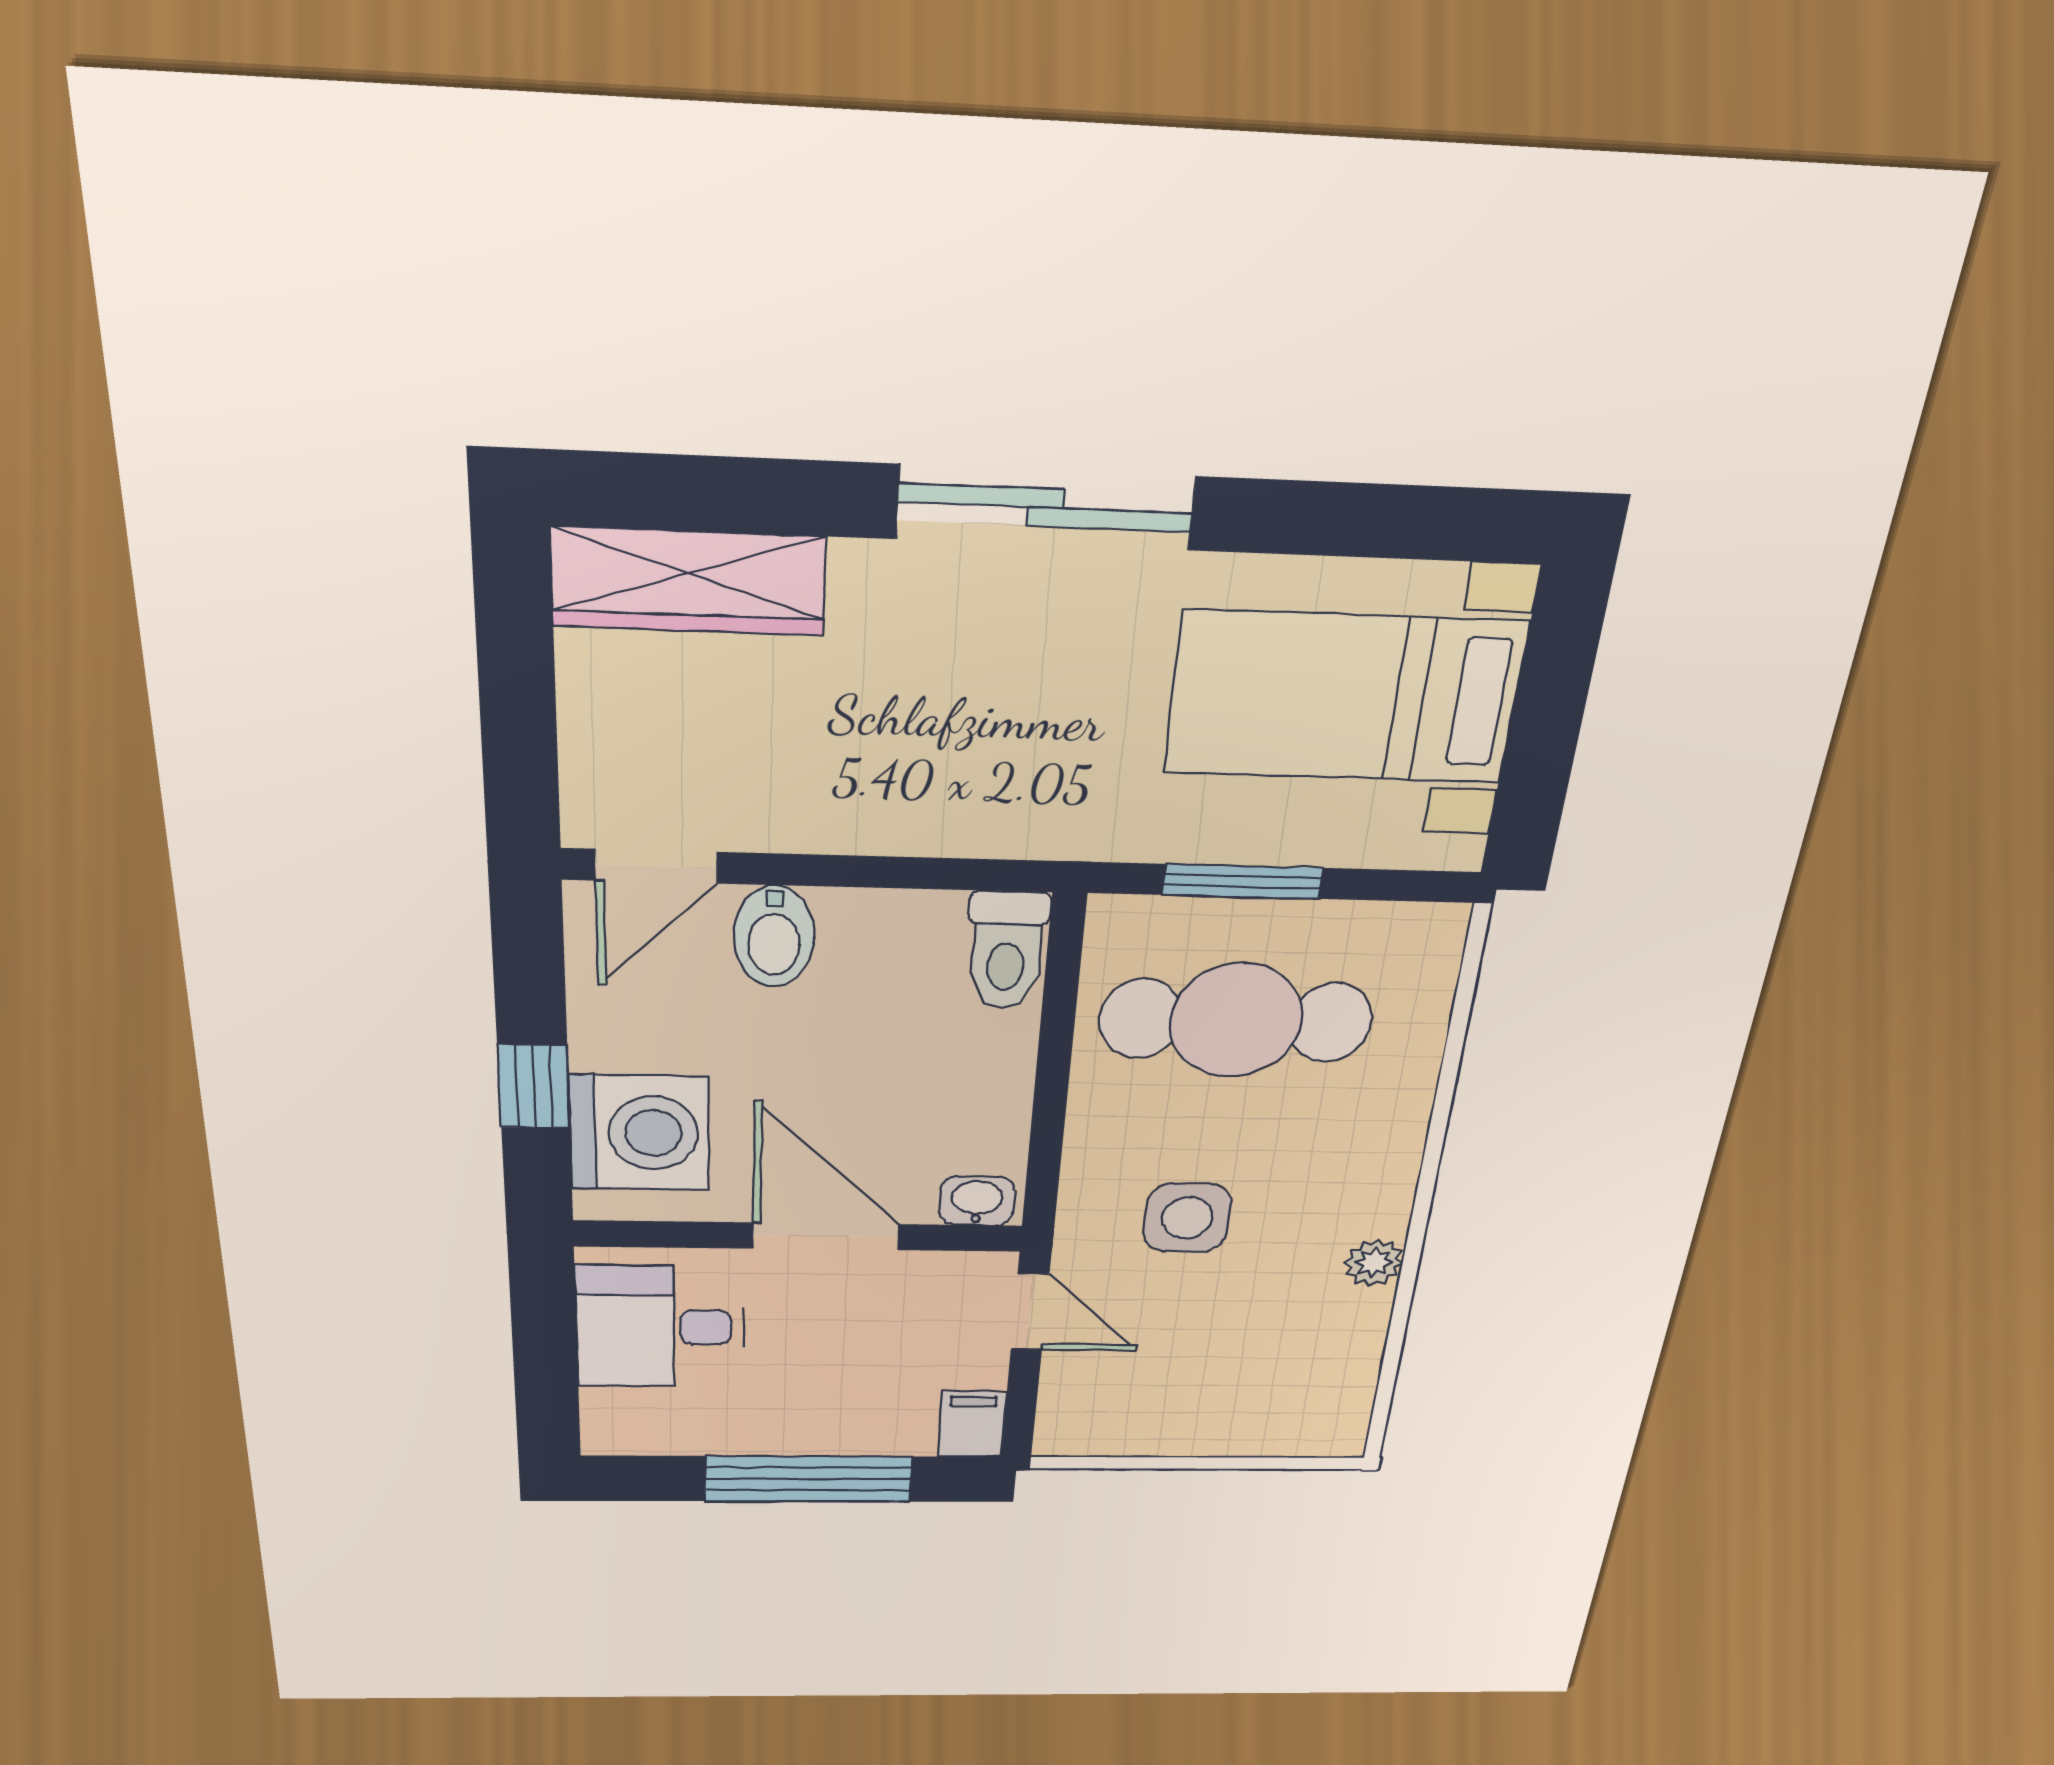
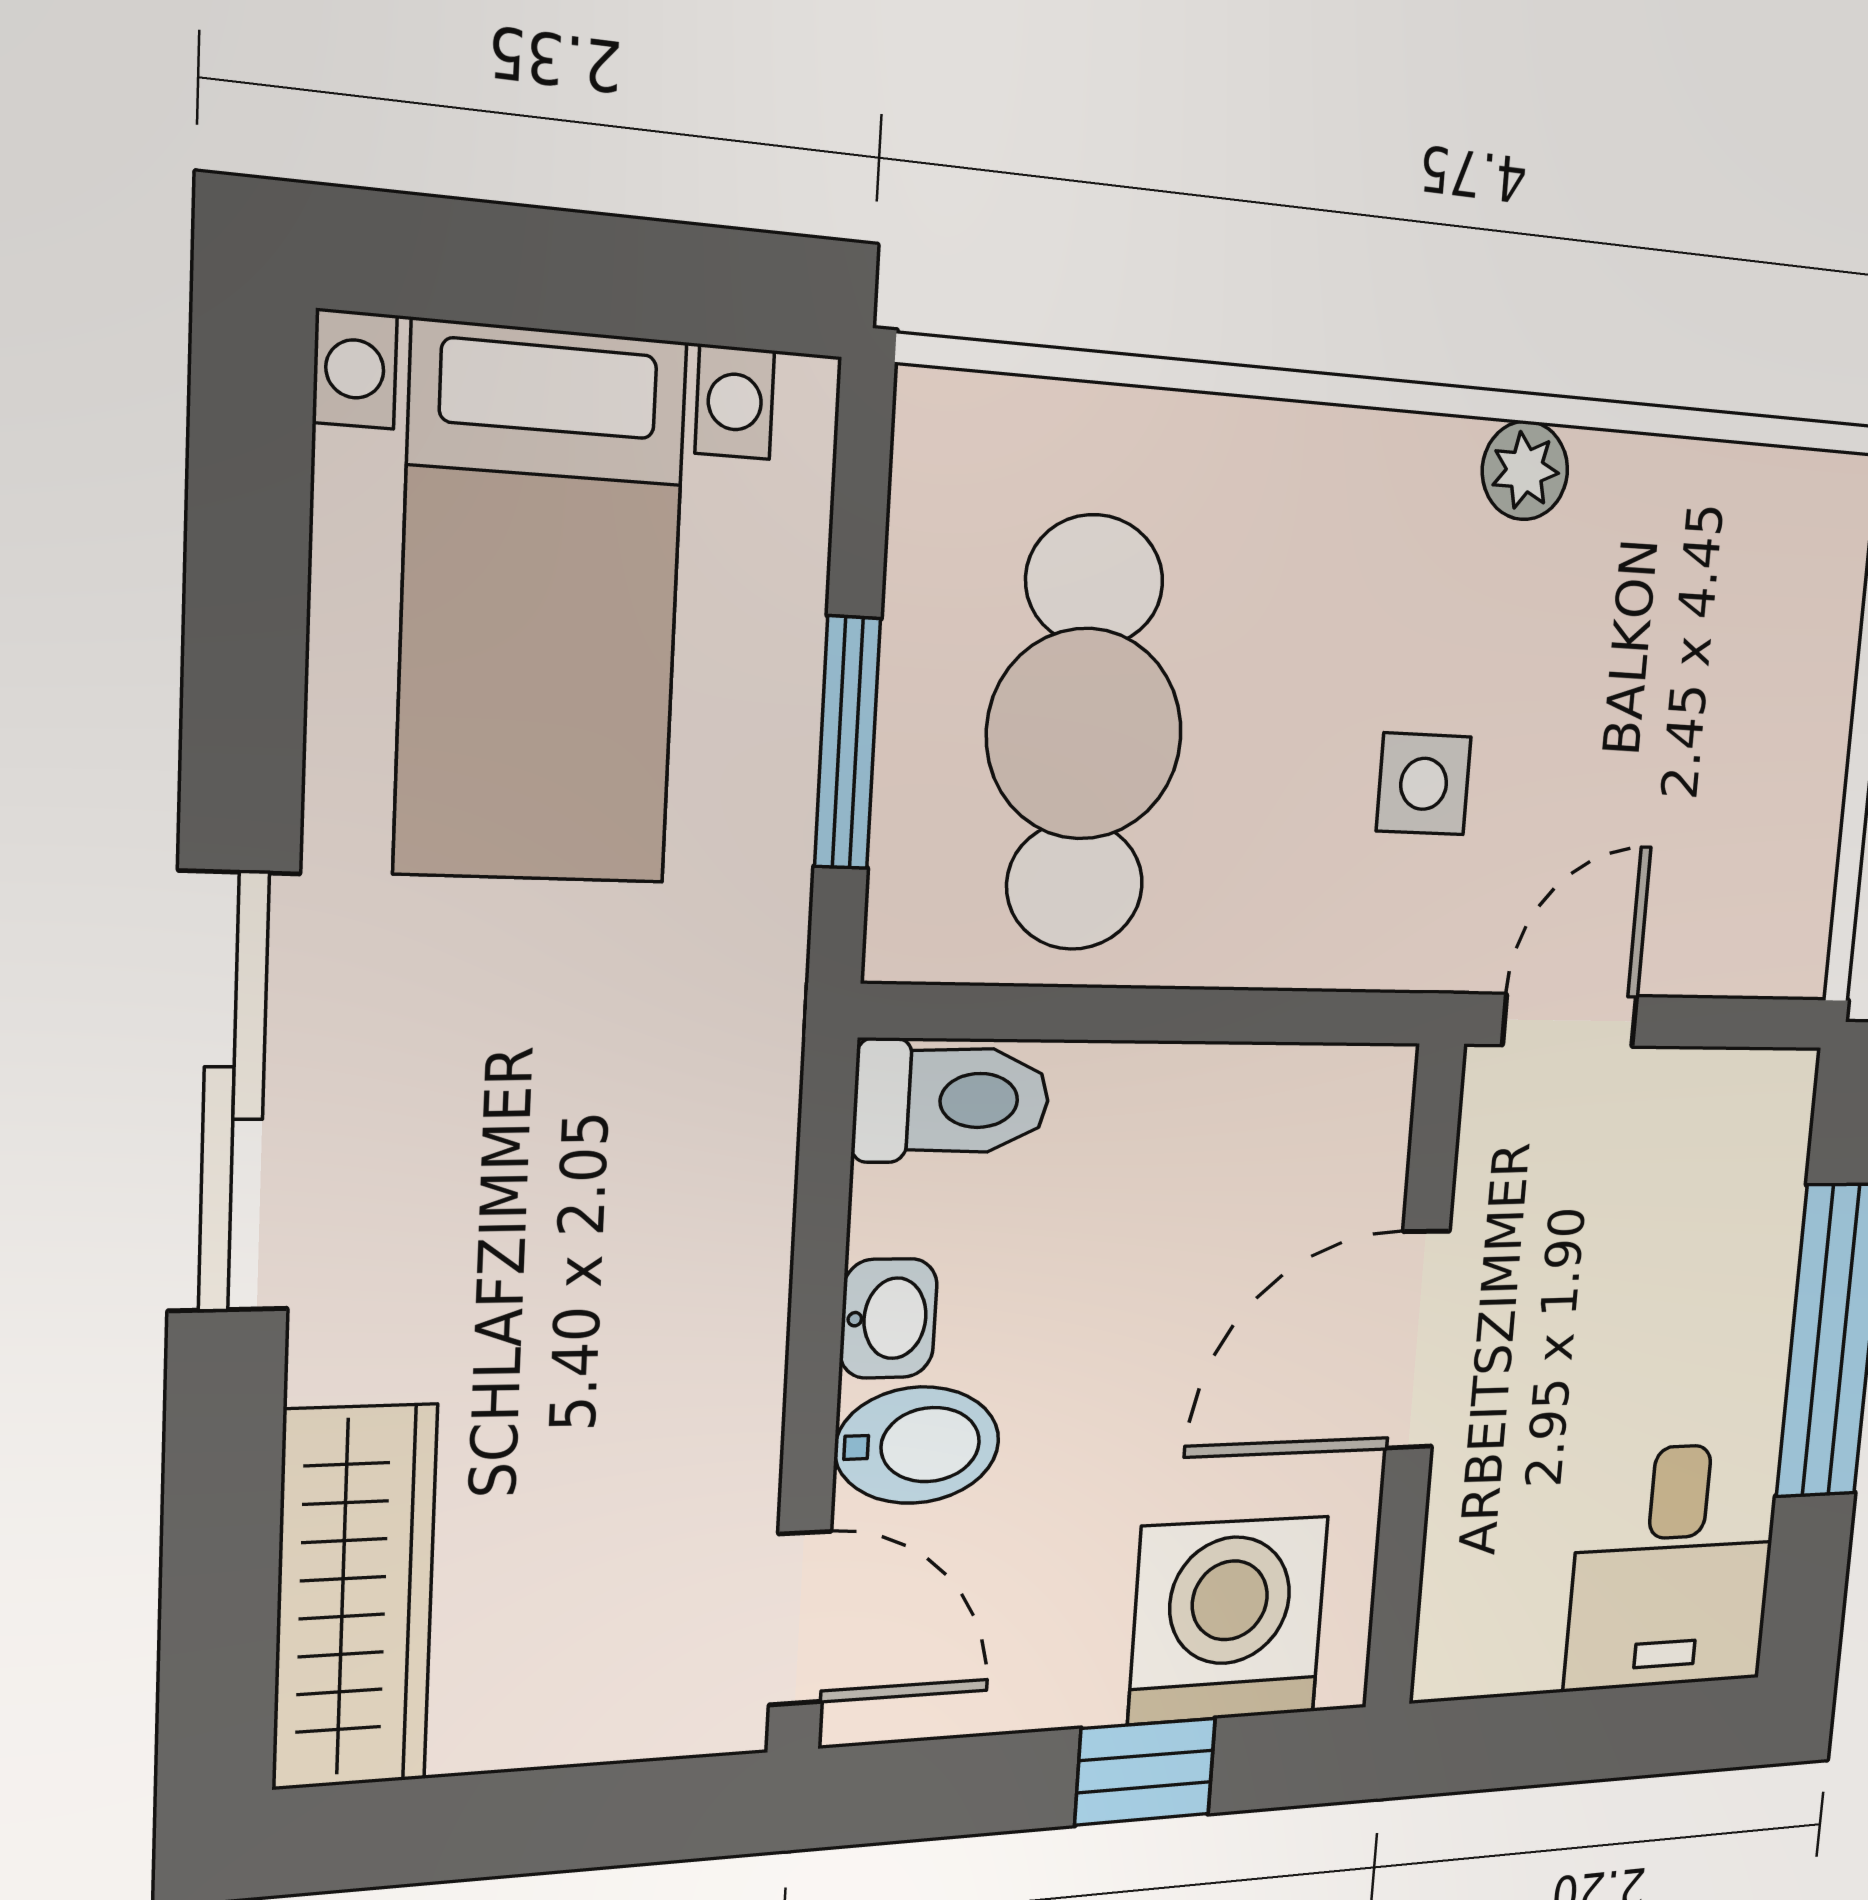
washbasin: (977, 1201) -> (888, 1318), moved, turned 180
side table: (1187, 1218) -> (1424, 784), width x0.73, depth x0.73
desk: (661, 1327) -> (1673, 1566), moved
filing cabinet: (972, 1424) -> (1759, 1097), removed

